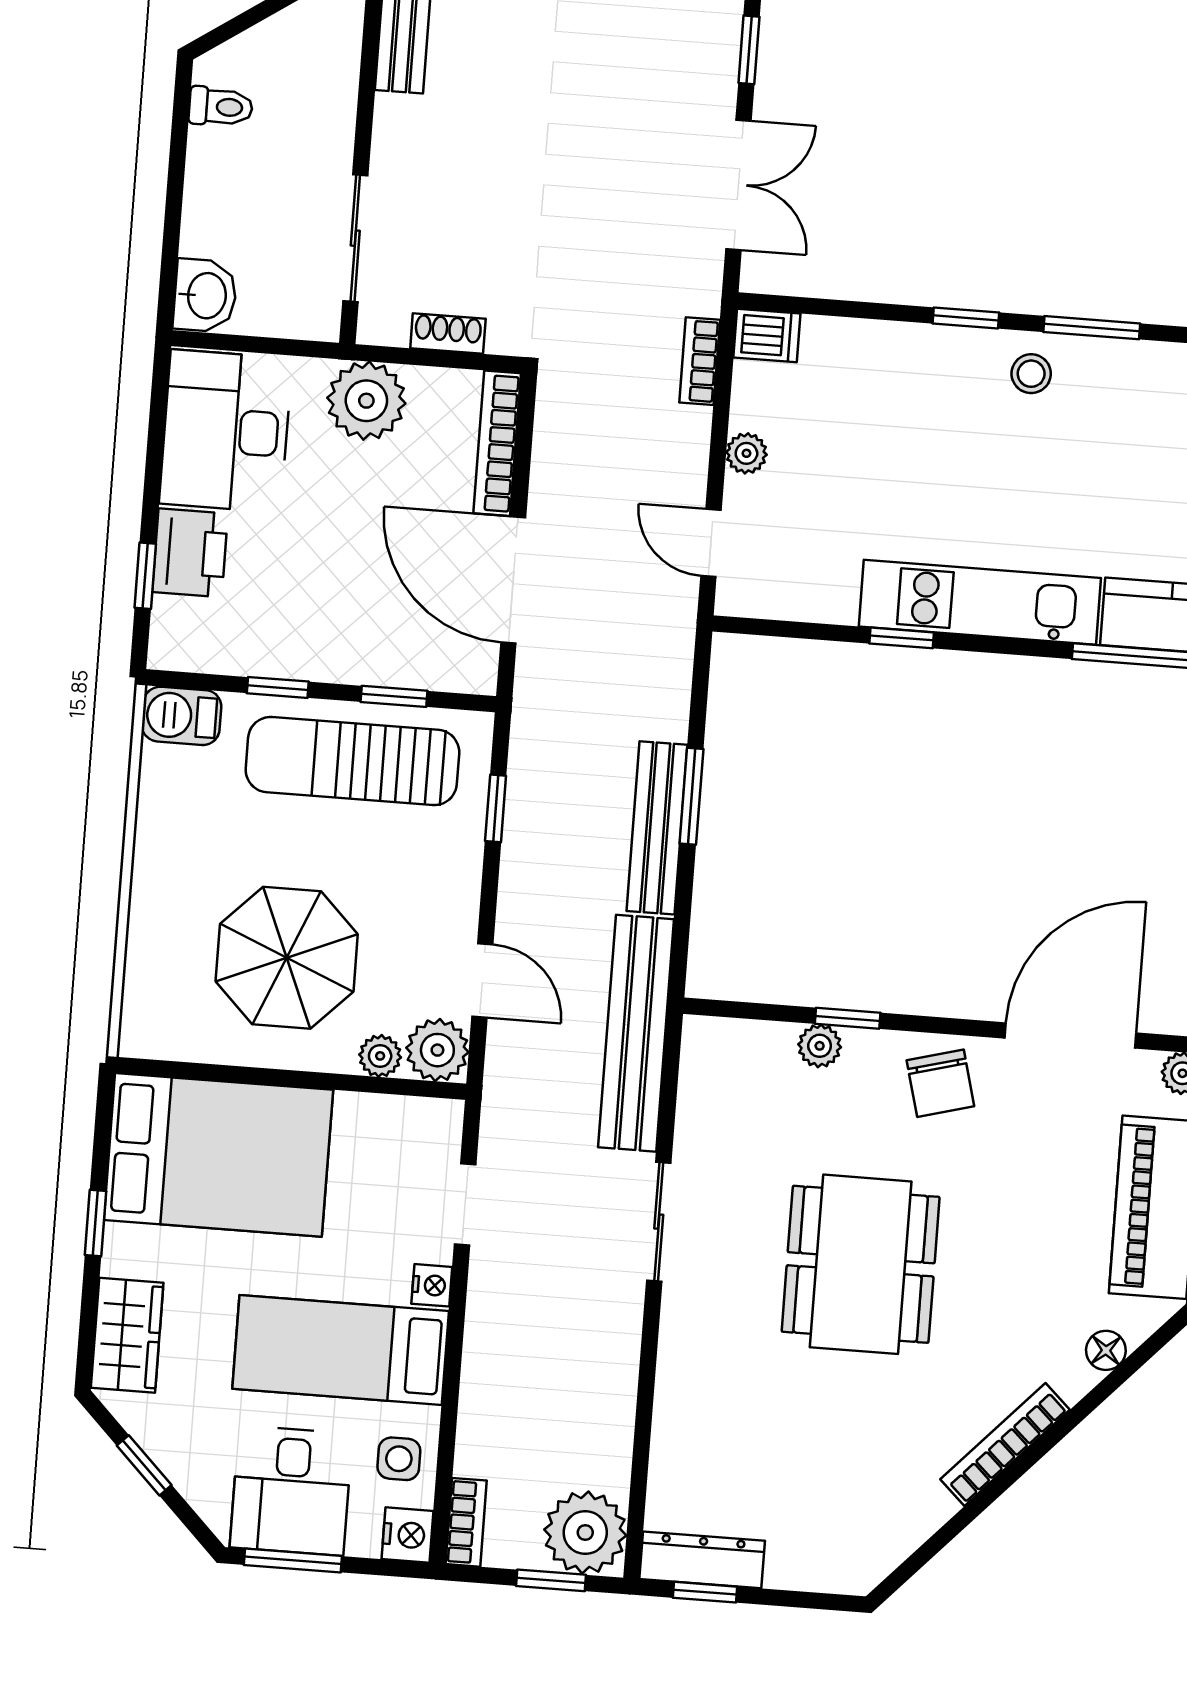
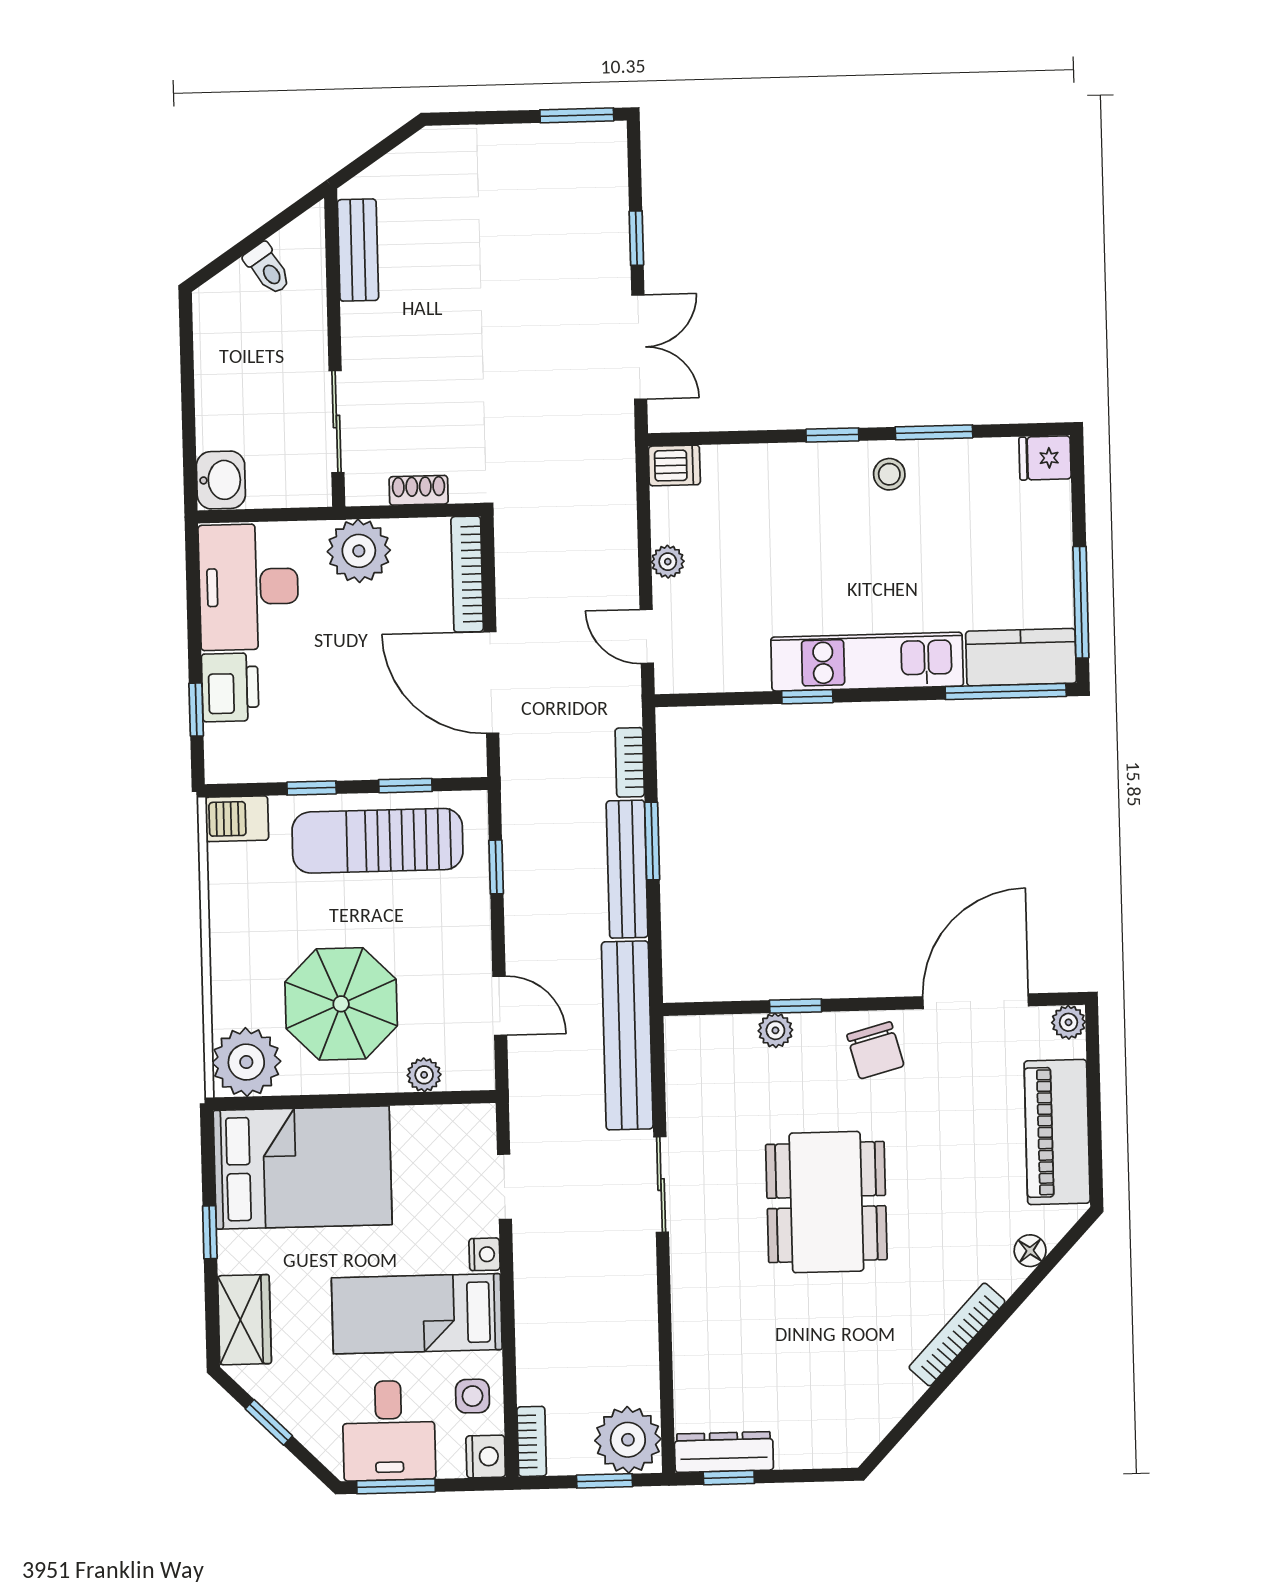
toilet: (221, 107) -> (268, 269), moved, turned 56
bookcase: (700, 361) -> (630, 762), moved
plant: (437, 1050) -> (246, 1062), moved, width x1.36, depth x1.36

